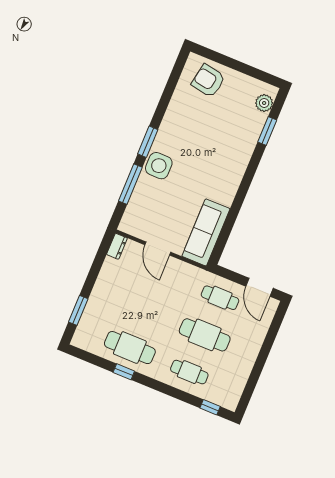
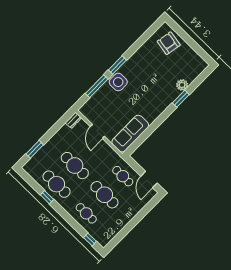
plant: (264, 103) -> (182, 85), moved
window: (267, 131) -> (181, 99), moved
cafe table: (145, 310) -> (75, 166), added

